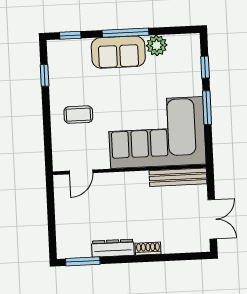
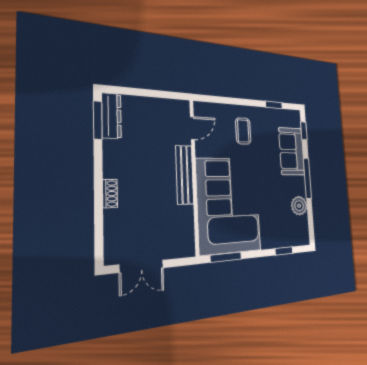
sofa: (118, 52) -> (292, 151), moved
window: (207, 108) -> (226, 257), moved
door: (81, 172) -> (192, 128), swing flipped
bench: (178, 177) -> (185, 175), moved
dresser: (113, 248) -> (111, 116), moved

